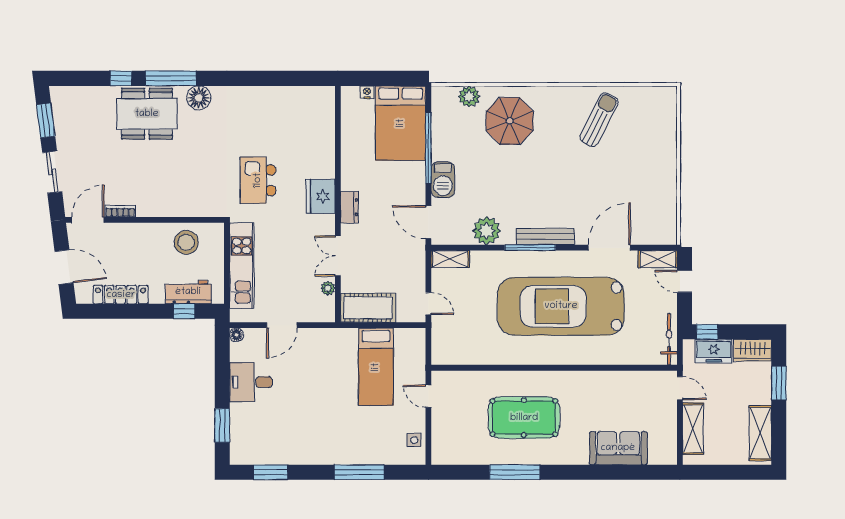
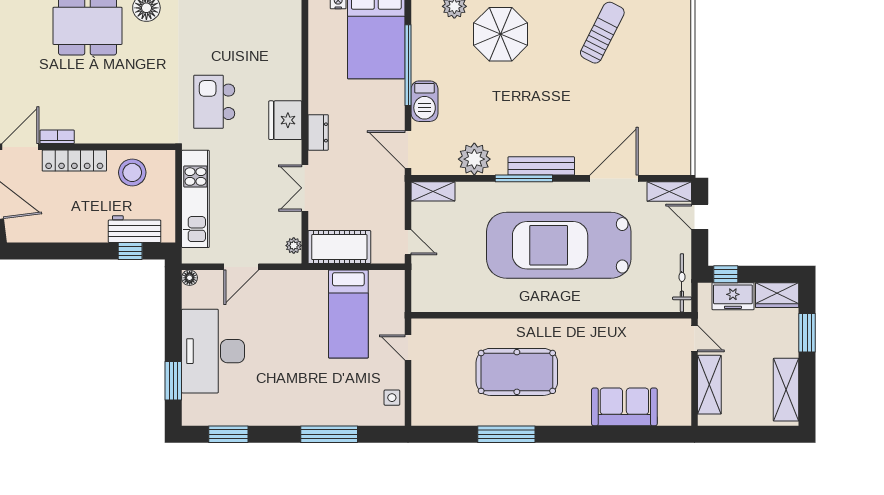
plant: (328, 288) -> (294, 246), moved
locker: (121, 295) -> (74, 161), moved, turned 180
desk: (251, 382) -> (213, 351), width x1.87, depth x1.30

